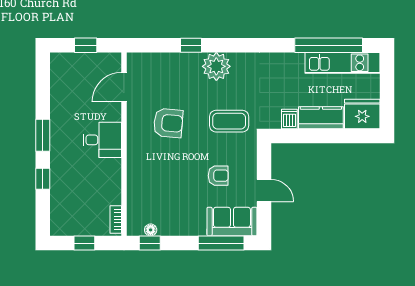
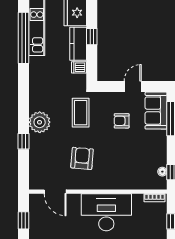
window: (330, 136) -> (92, 37), added
desk: (102, 140) -> (106, 212), width x1.87, depth x1.30
armchair: (218, 176) -> (122, 121), turned -90

